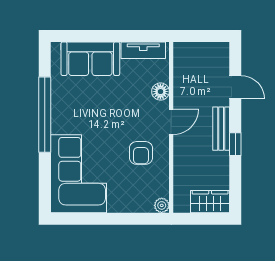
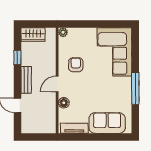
window: (45, 115) -> (135, 88), width x0.68
window: (235, 144) -> (17, 58), moved

